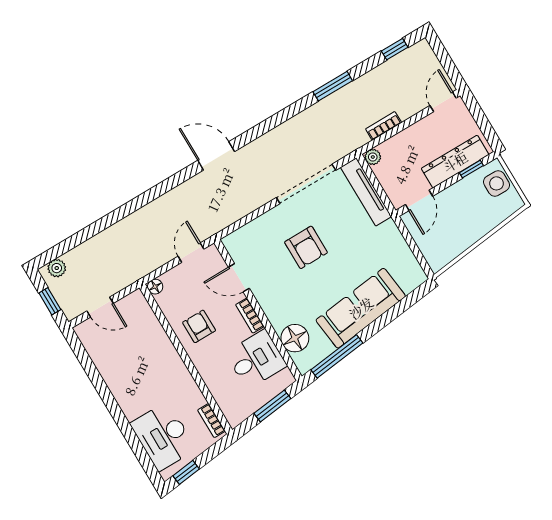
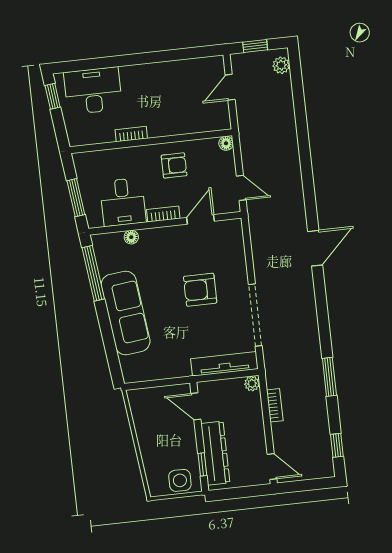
floor lamp: (295, 338) -> (131, 237), width x0.53, depth x0.53
bookcase: (211, 421) -> (131, 134), moved

